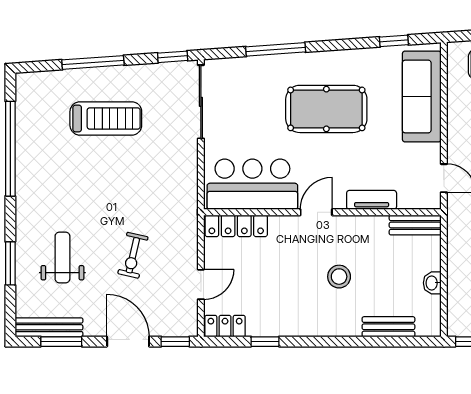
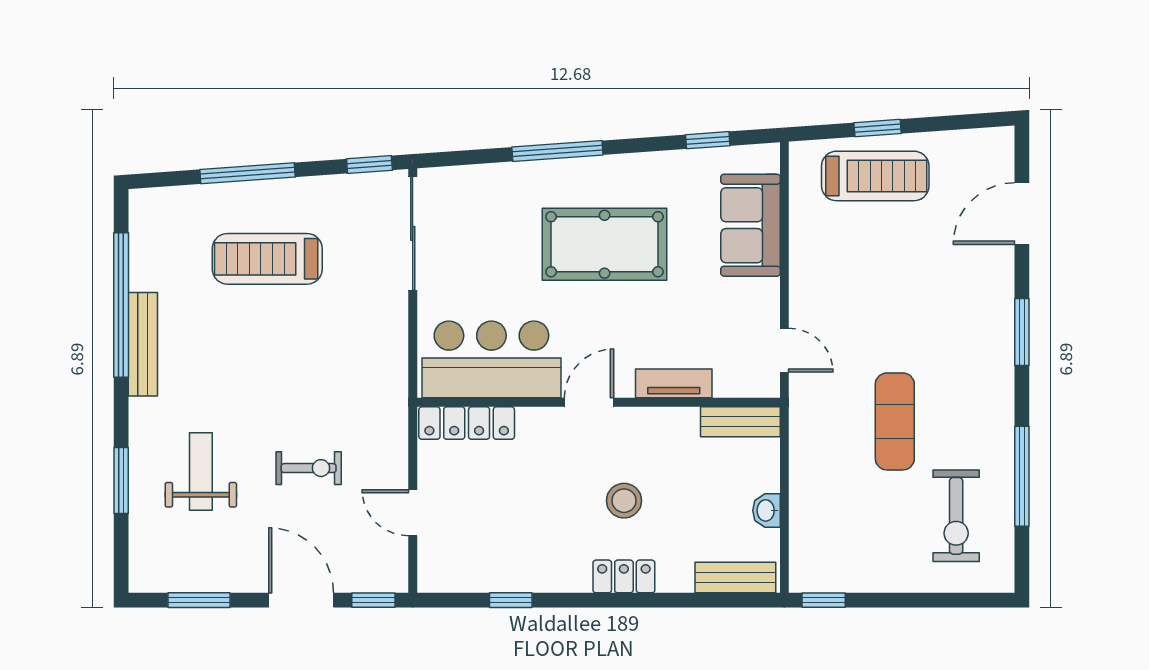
window: (276, 49) -> (557, 151), moved
sofa: (422, 96) -> (751, 225), width x0.73
treadmill: (106, 118) -> (267, 259), turned 180
exercise bike: (133, 255) -> (309, 468), turned -103
door: (201, 284) -> (413, 513), swing flipped
locker: (225, 326) -> (624, 576), moved
bench: (49, 327) -> (143, 344), moved, turned 90
bench: (388, 327) -> (735, 577), moved

